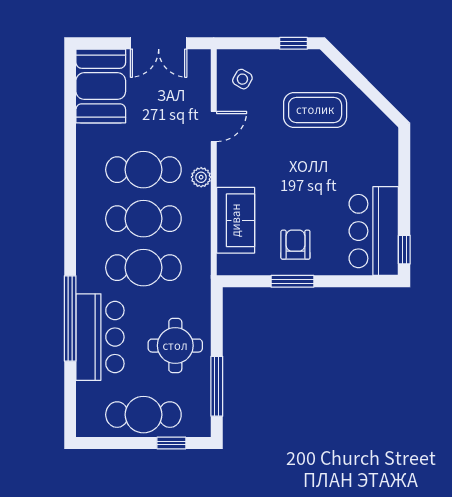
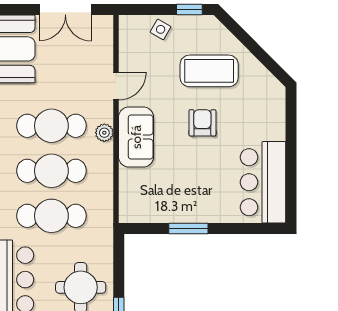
side table: (242, 79) -> (161, 29), moved
sofa: (236, 220) -> (136, 137), moved
armchair: (295, 245) -> (202, 123), moved
window: (404, 250) -> (291, 199), removed

